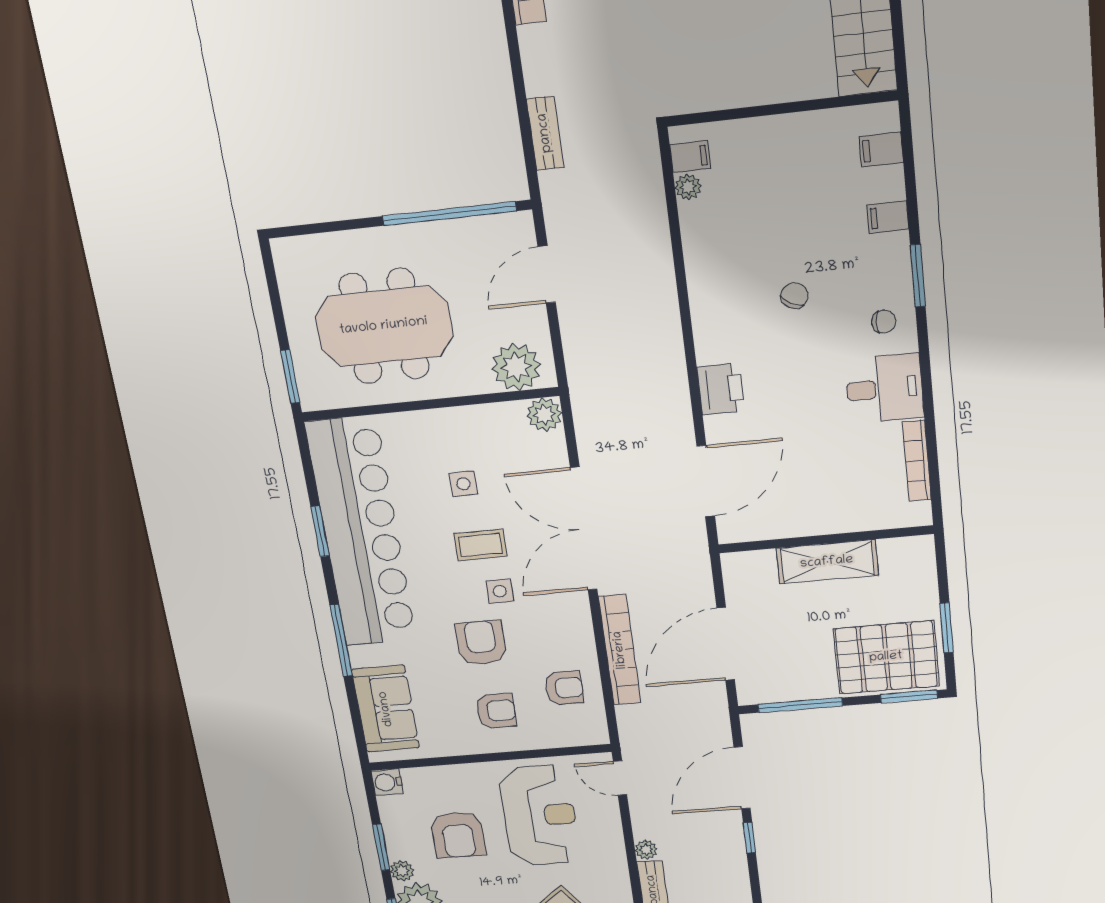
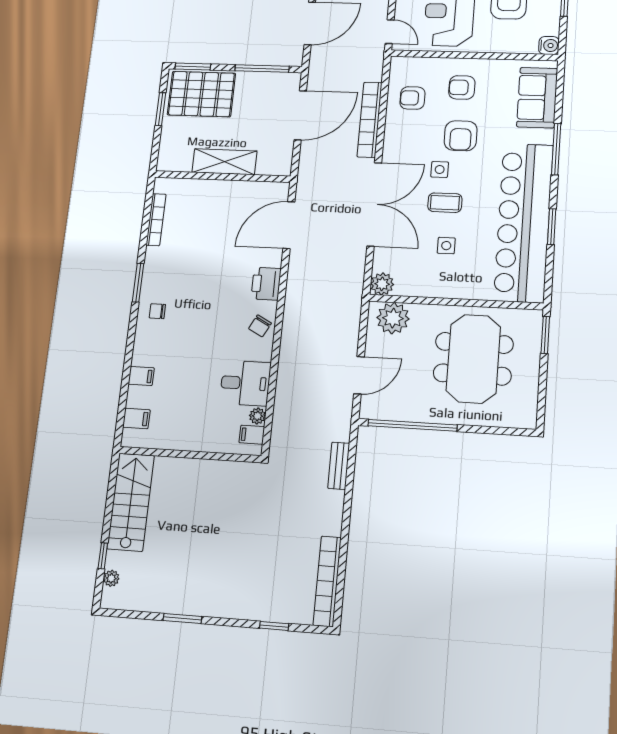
window: (918, 276) -> (138, 283), moved
chair: (794, 296) -> (260, 326), moved
meeting table: (384, 326) -> (473, 359), turned 90
desk: (884, 389) -> (245, 383), moved, turned 180

